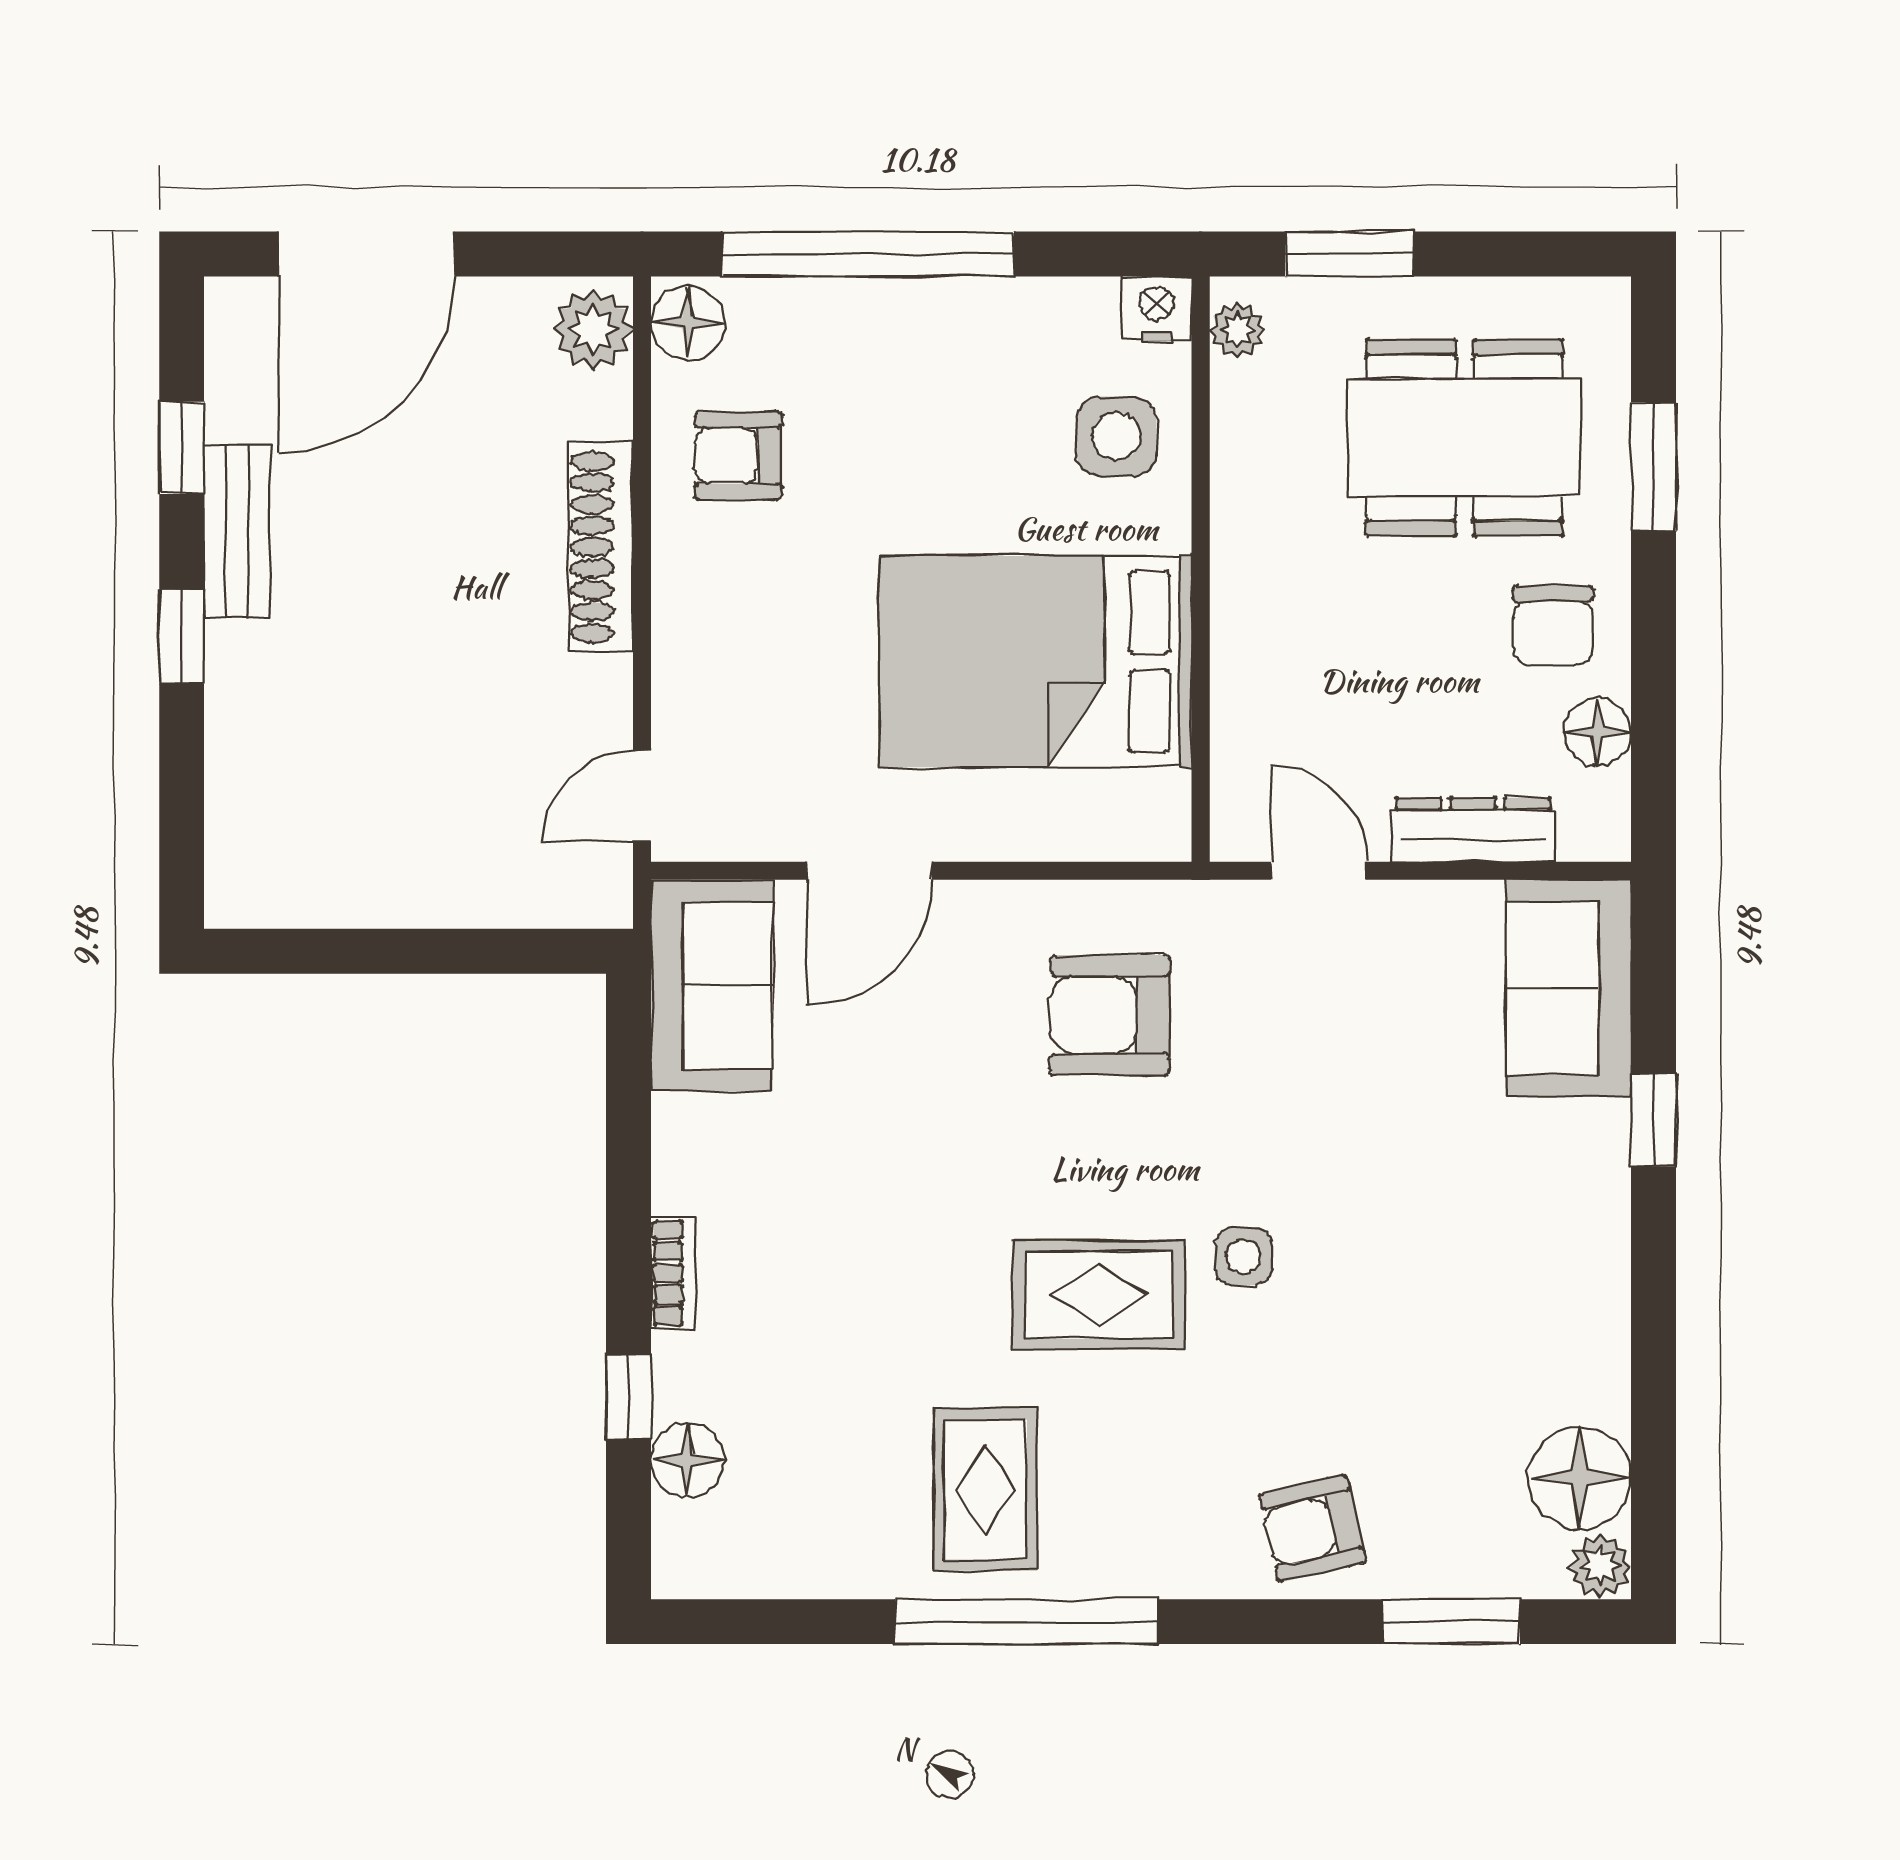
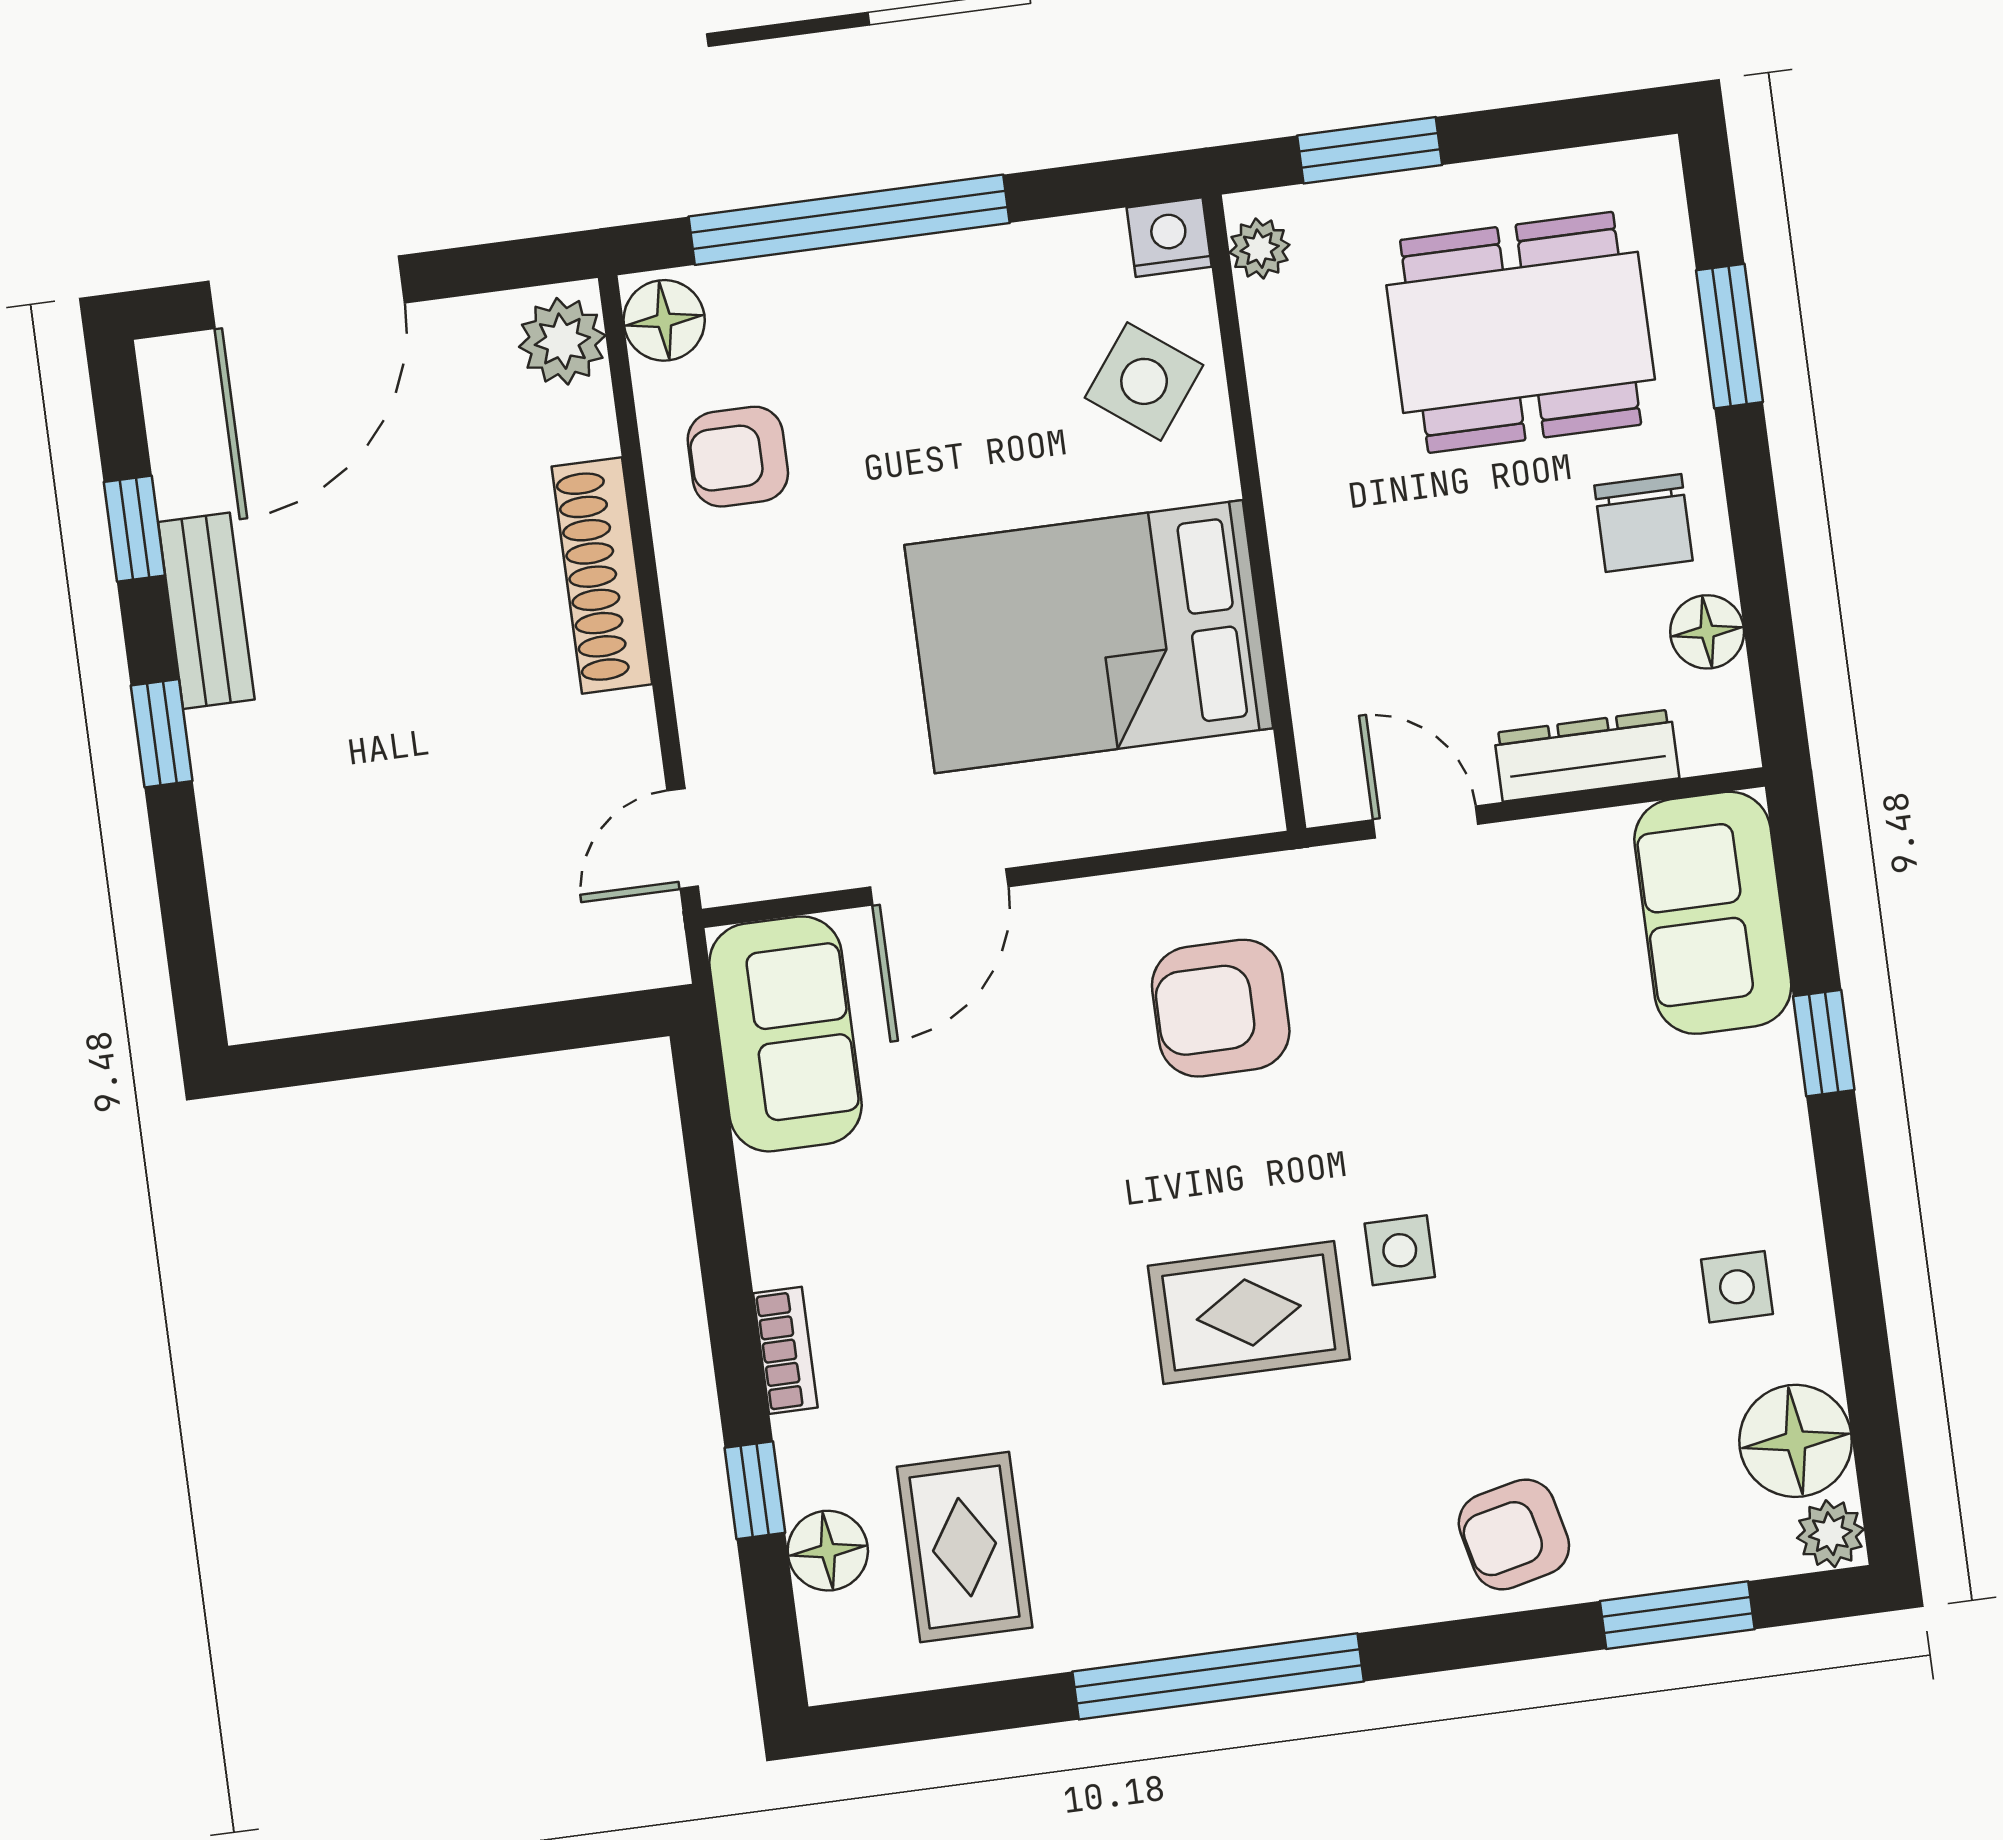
side table: (1116, 437) -> (1144, 381), turned 37
side table: (1545, 1331) -> (1737, 1287), added
rug: (985, 1489) -> (965, 1547), moved

